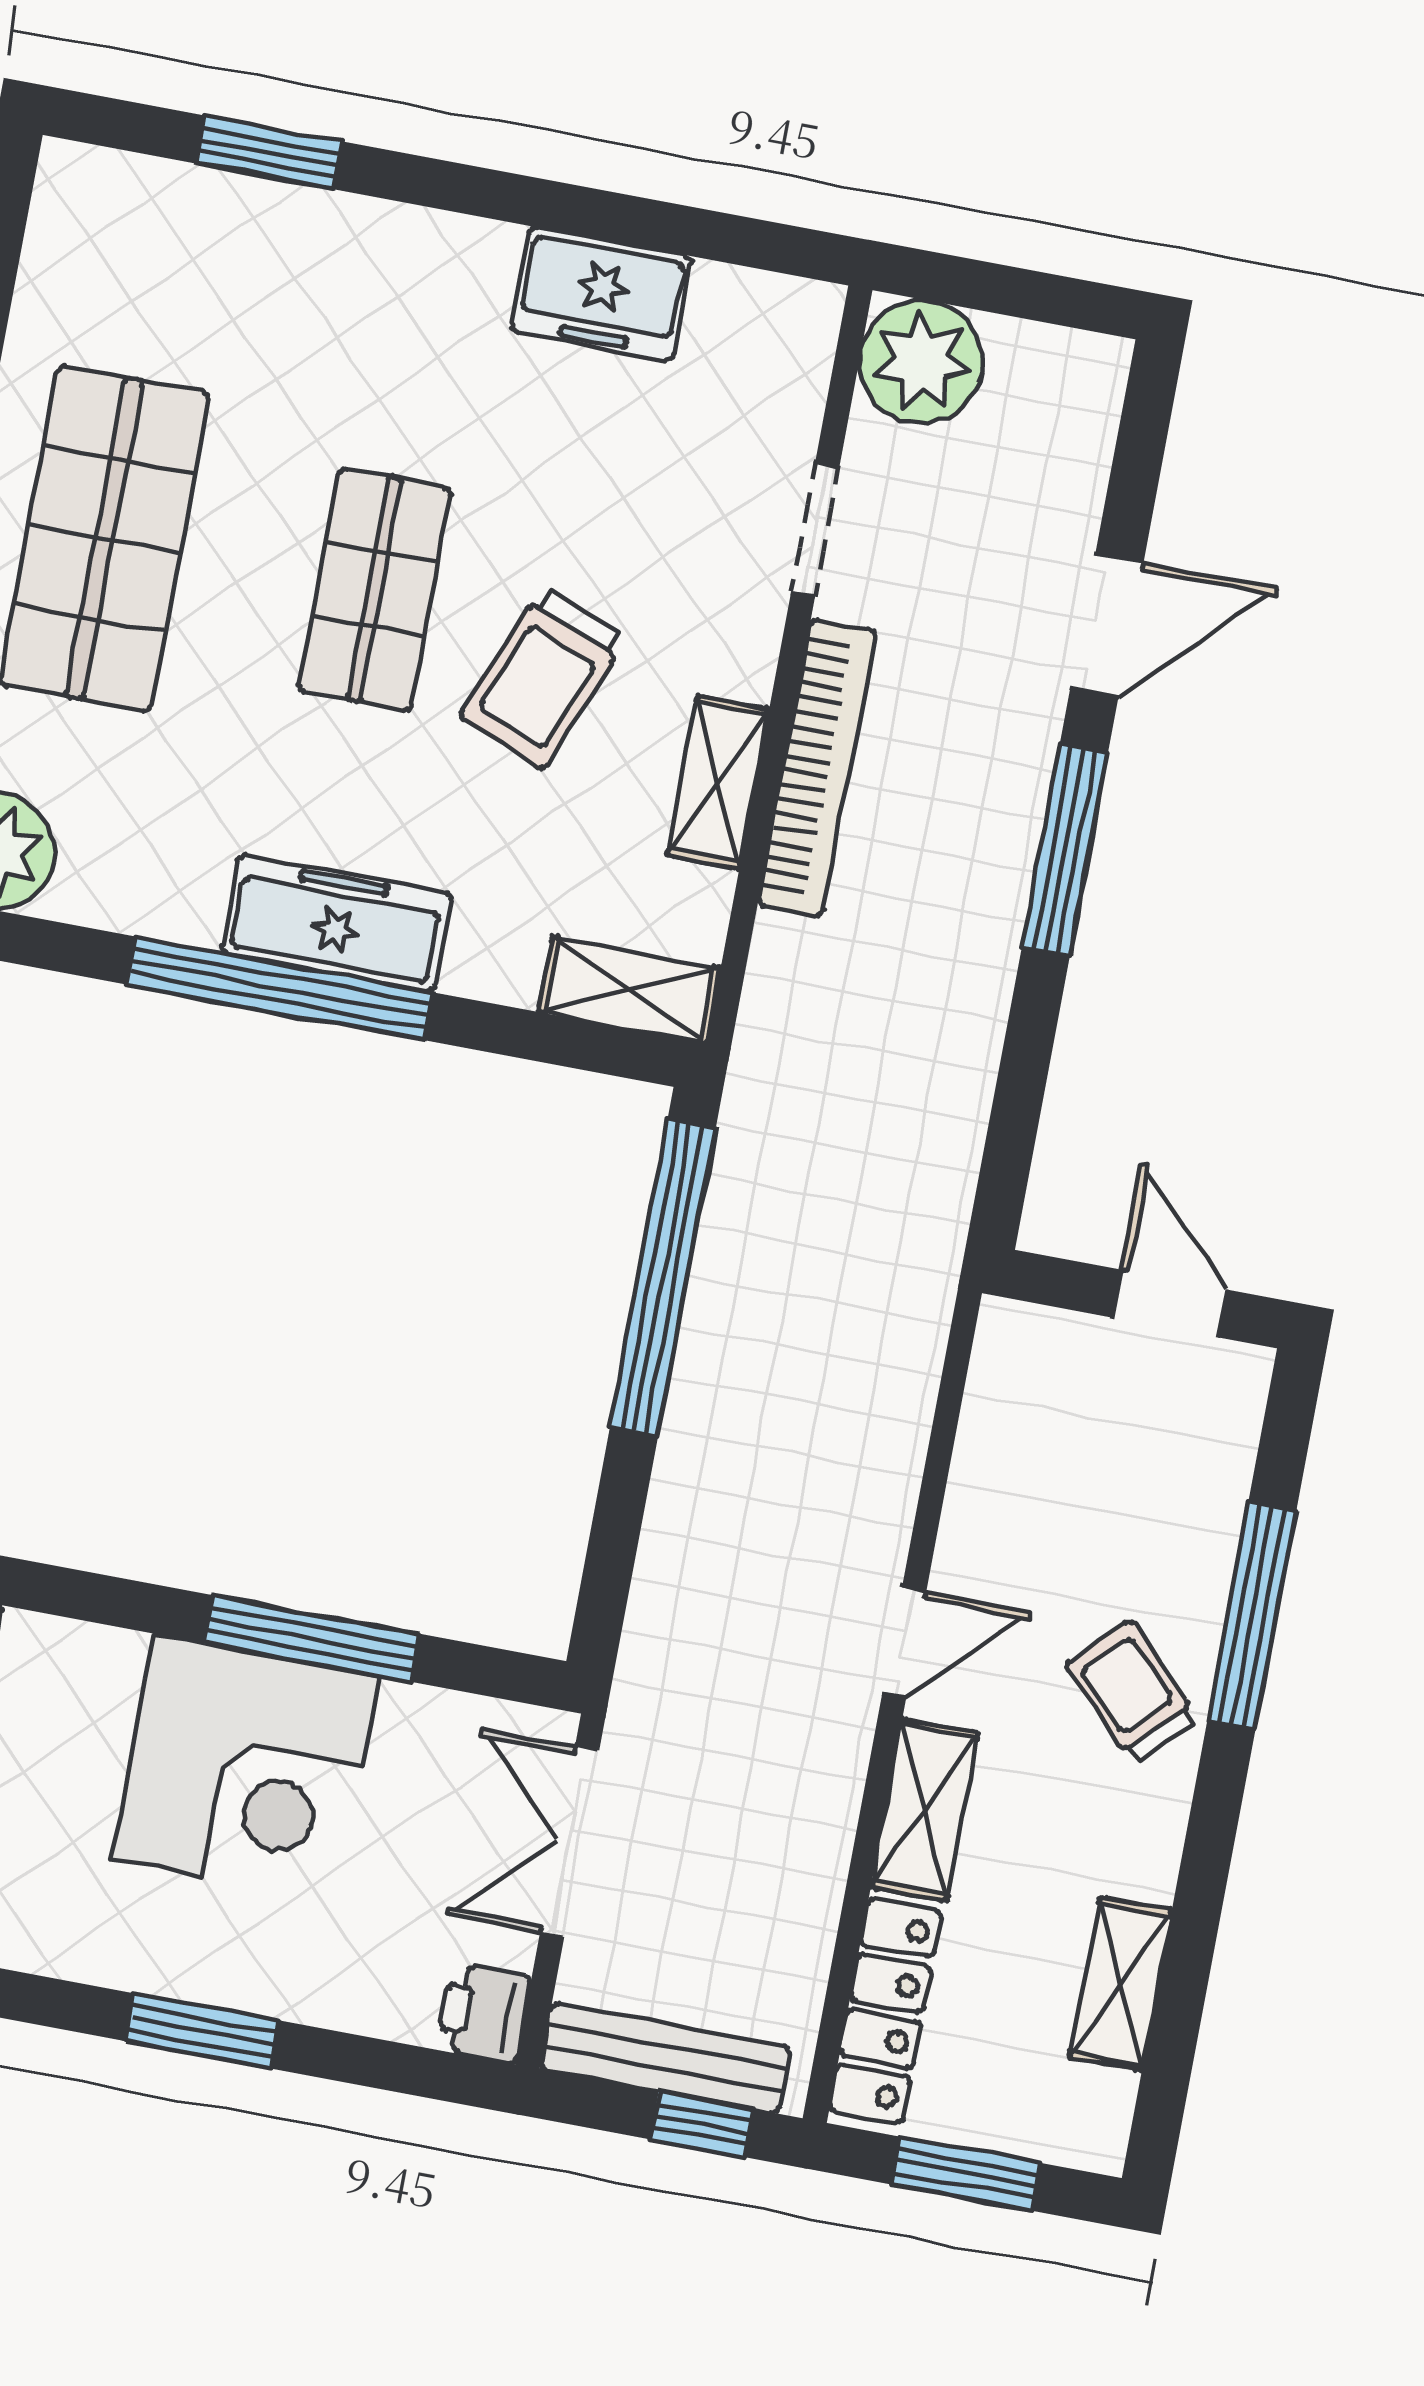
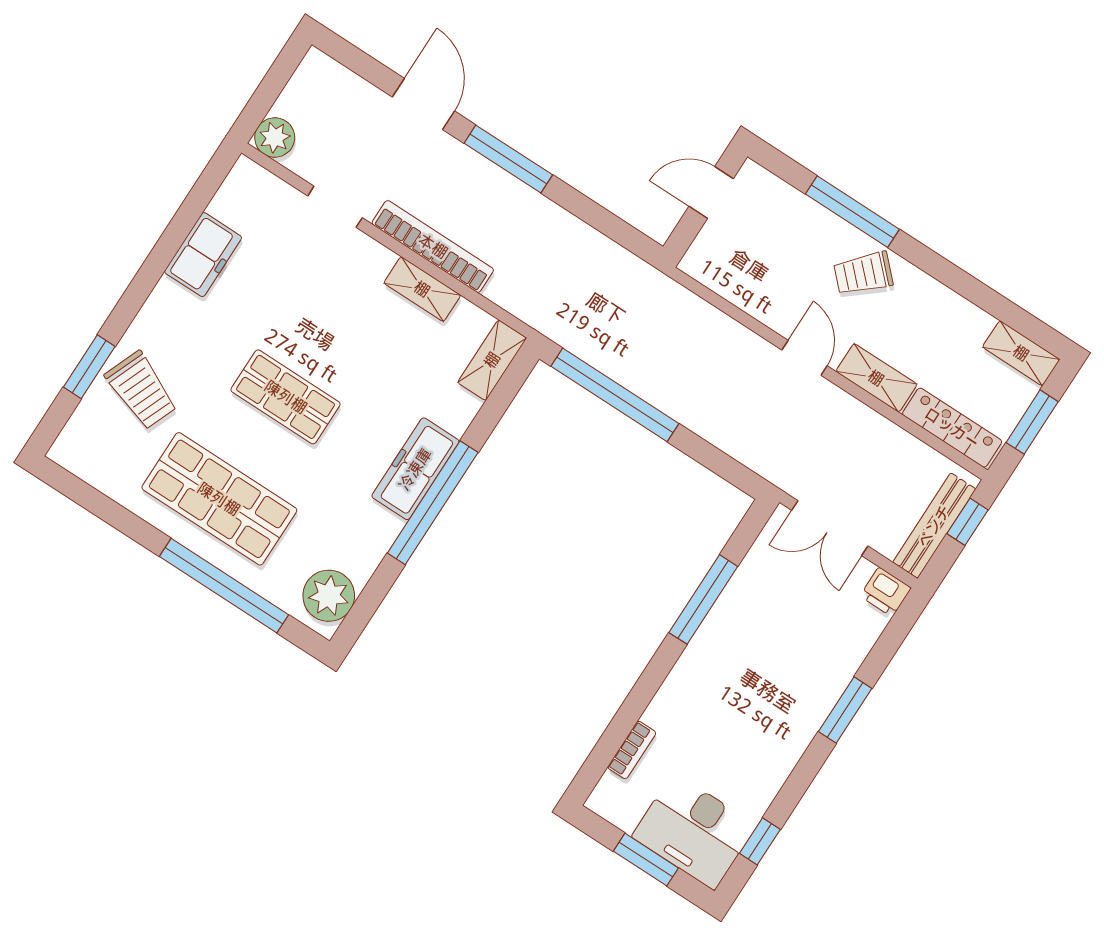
plant: (921, 362) -> (275, 138), width x0.73, depth x0.73
trolley: (543, 677) -> (141, 390), moved
corner desk: (245, 1767) -> (745, 648), removed
shelving: (1121, 1984) -> (1021, 353), moved

